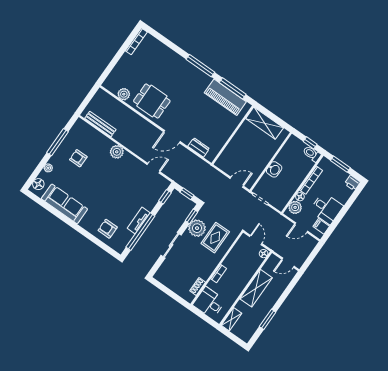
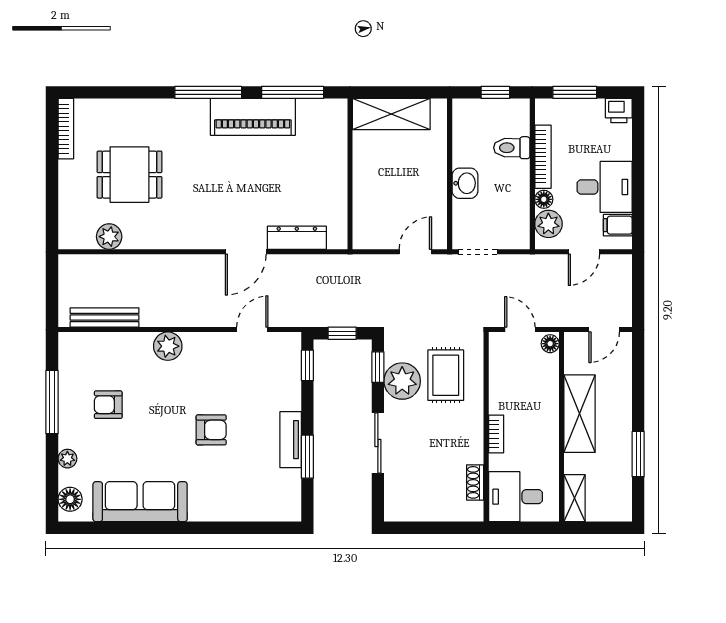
piano: (225, 97) -> (253, 117), moved
dining table: (152, 101) -> (129, 175), moved
dresser: (199, 147) -> (297, 238), width x1.44
toilet: (312, 154) -> (512, 148), moved
armchair: (108, 229) -> (211, 430), moved, turned 180
window: (140, 232) -> (307, 457), width x0.47

